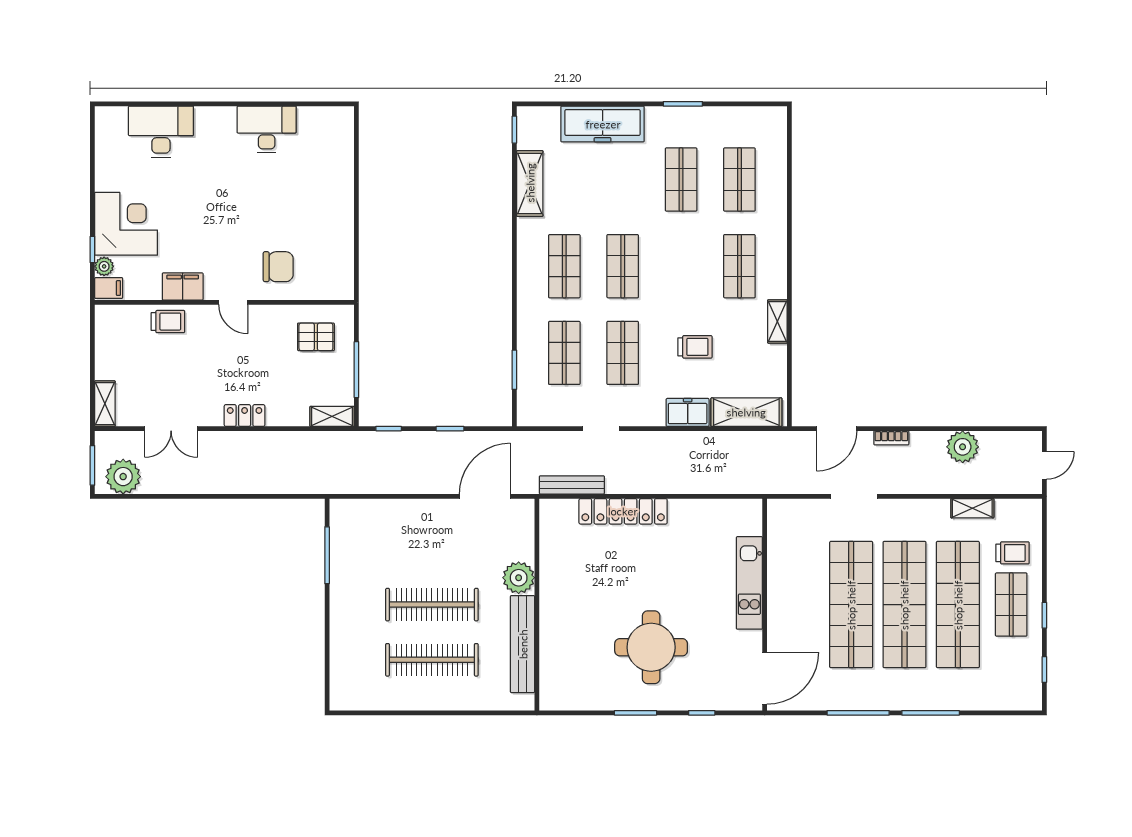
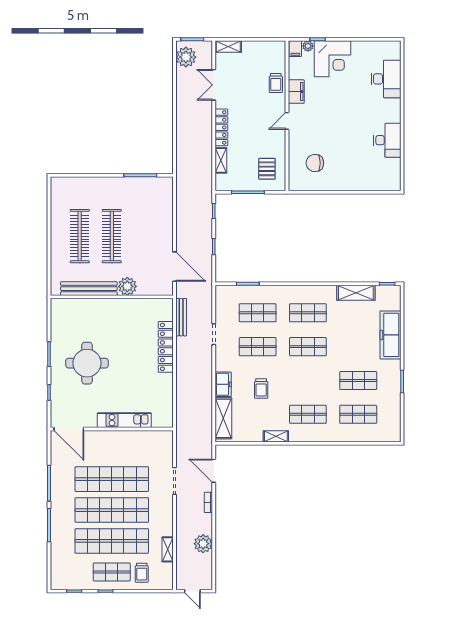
chair: (278, 267) -> (315, 163), moved, turned 90
locker: (245, 415) -> (221, 127), width x1.53
shelving: (332, 416) -> (221, 160), moved

